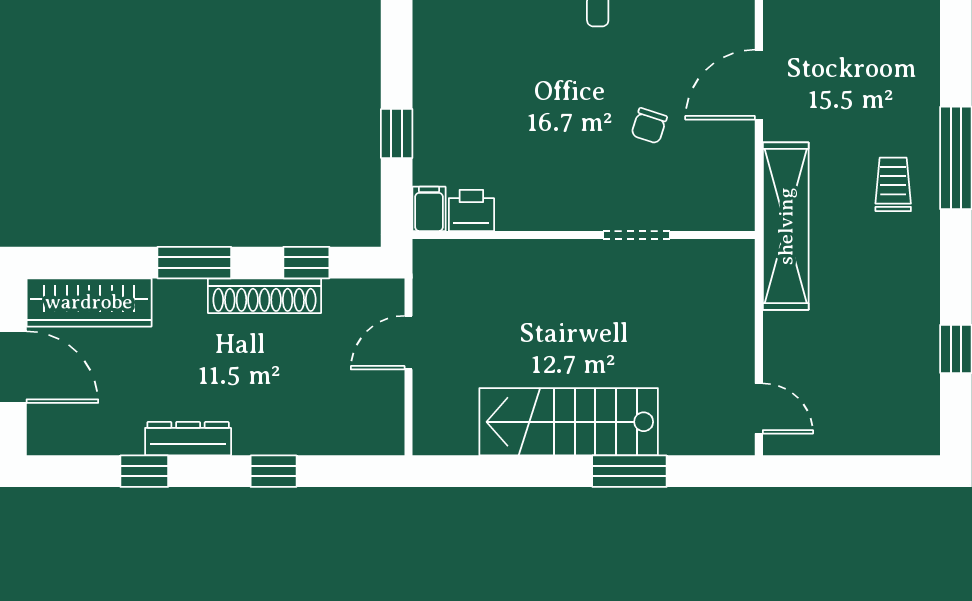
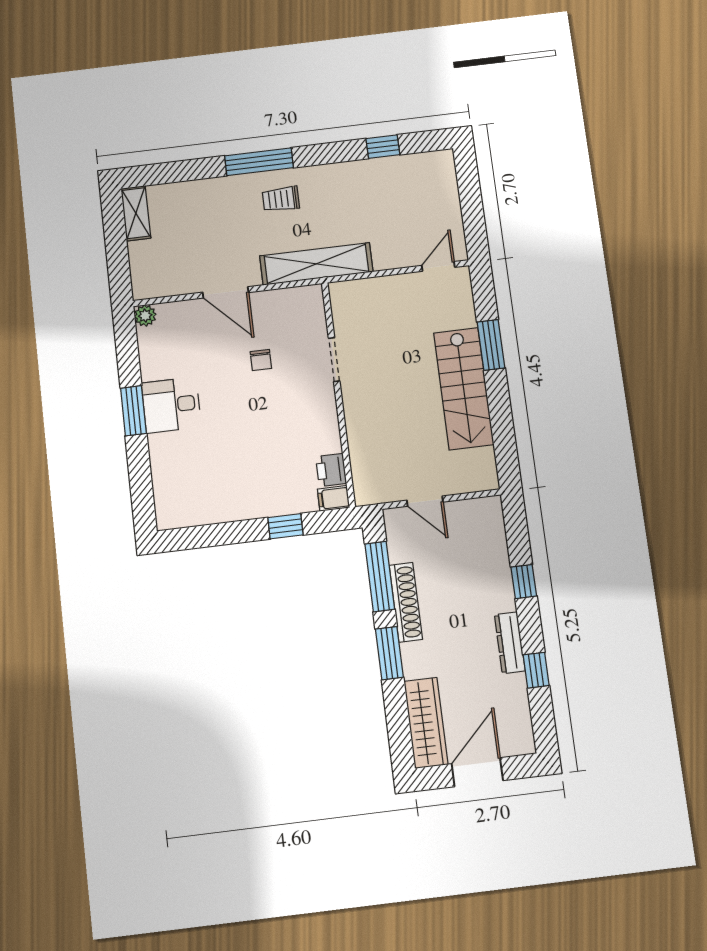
chair: (649, 126) -> (261, 360), turned 72
window: (306, 263) -> (380, 577), width x2.17

